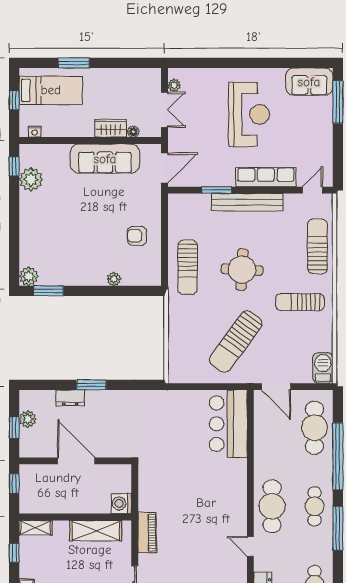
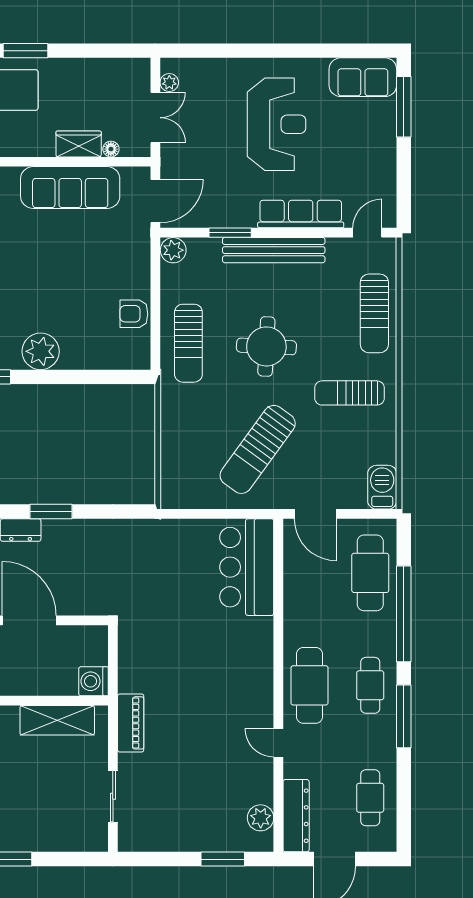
plant: (177, 202) -> (173, 250), added
armchair: (137, 236) -> (134, 314), moved
sun lounger: (317, 246) -> (374, 313), turned 180
plant: (114, 279) -> (41, 351), moved, width x1.87, depth x1.87

